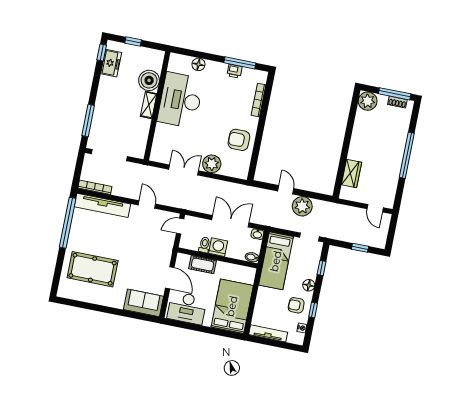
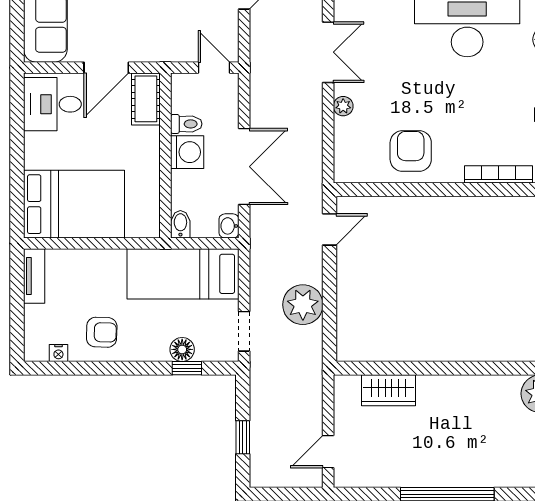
plant: (212, 164) -> (343, 106), width x0.53, depth x0.53
door: (286, 190) -> (329, 229), moved
cot: (203, 265) -> (146, 99), moved
floor lamp: (309, 285) -> (182, 349), moved
armchair: (296, 305) -> (102, 332), turned 92
desk: (187, 308) -> (52, 104), width x0.73
window: (313, 310) -> (99, 368), removed
tv unit: (268, 333) -> (34, 276), width x0.71

